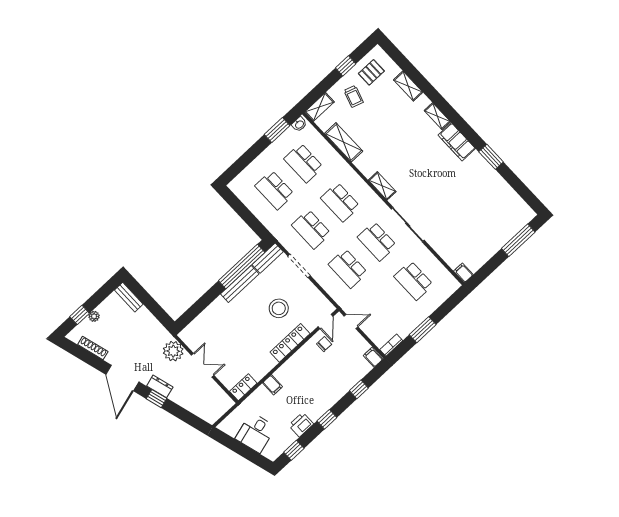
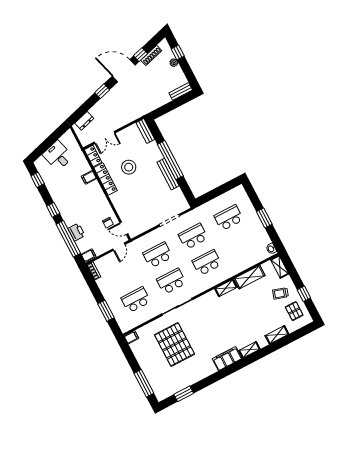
window: (277, 130) -> (264, 218), moved
window: (491, 157) -> (184, 394), moved
school desk: (303, 163) -> (242, 244), removed
shelving: (382, 186) -> (226, 288), moved
pallet: (457, 215) -> (175, 344), added
bench: (268, 258) -> (145, 131), moved
window: (242, 267) -> (170, 160), moved
stool: (279, 308) -> (129, 167), moved
window: (423, 330) -> (106, 311), moved
locker: (290, 343) -> (105, 179), moved
plant: (173, 351) -> (133, 113), removed
window: (96, 362) -> (141, 55), added
double door: (203, 365) -> (105, 138), moved
dresser: (160, 386) -> (84, 121), moved
window: (359, 389) -> (68, 239), width x3.17
printer: (301, 425) -> (76, 232), moved

